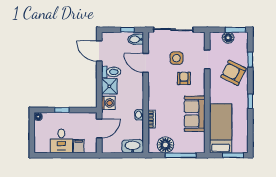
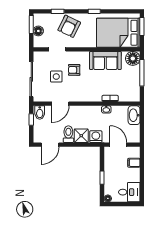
bed: (221, 128) -> (118, 33), width x1.50
desk: (61, 141) -> (129, 192), moved
floor lamp: (165, 145) -> (133, 58), moved

